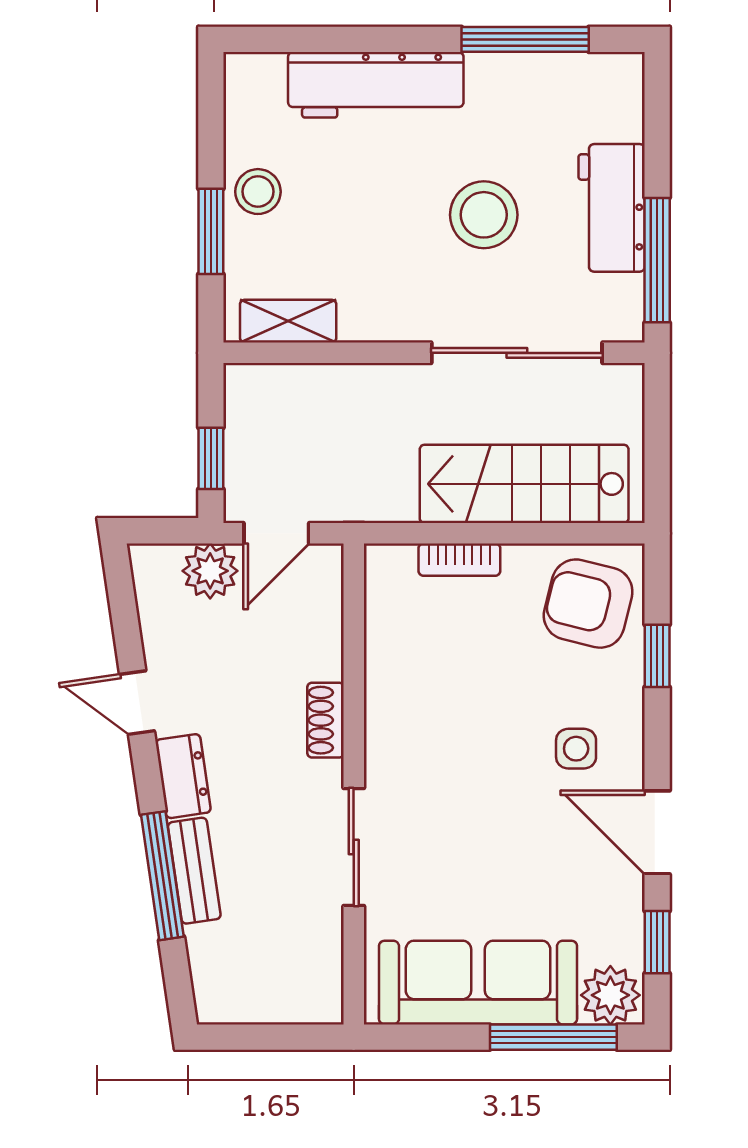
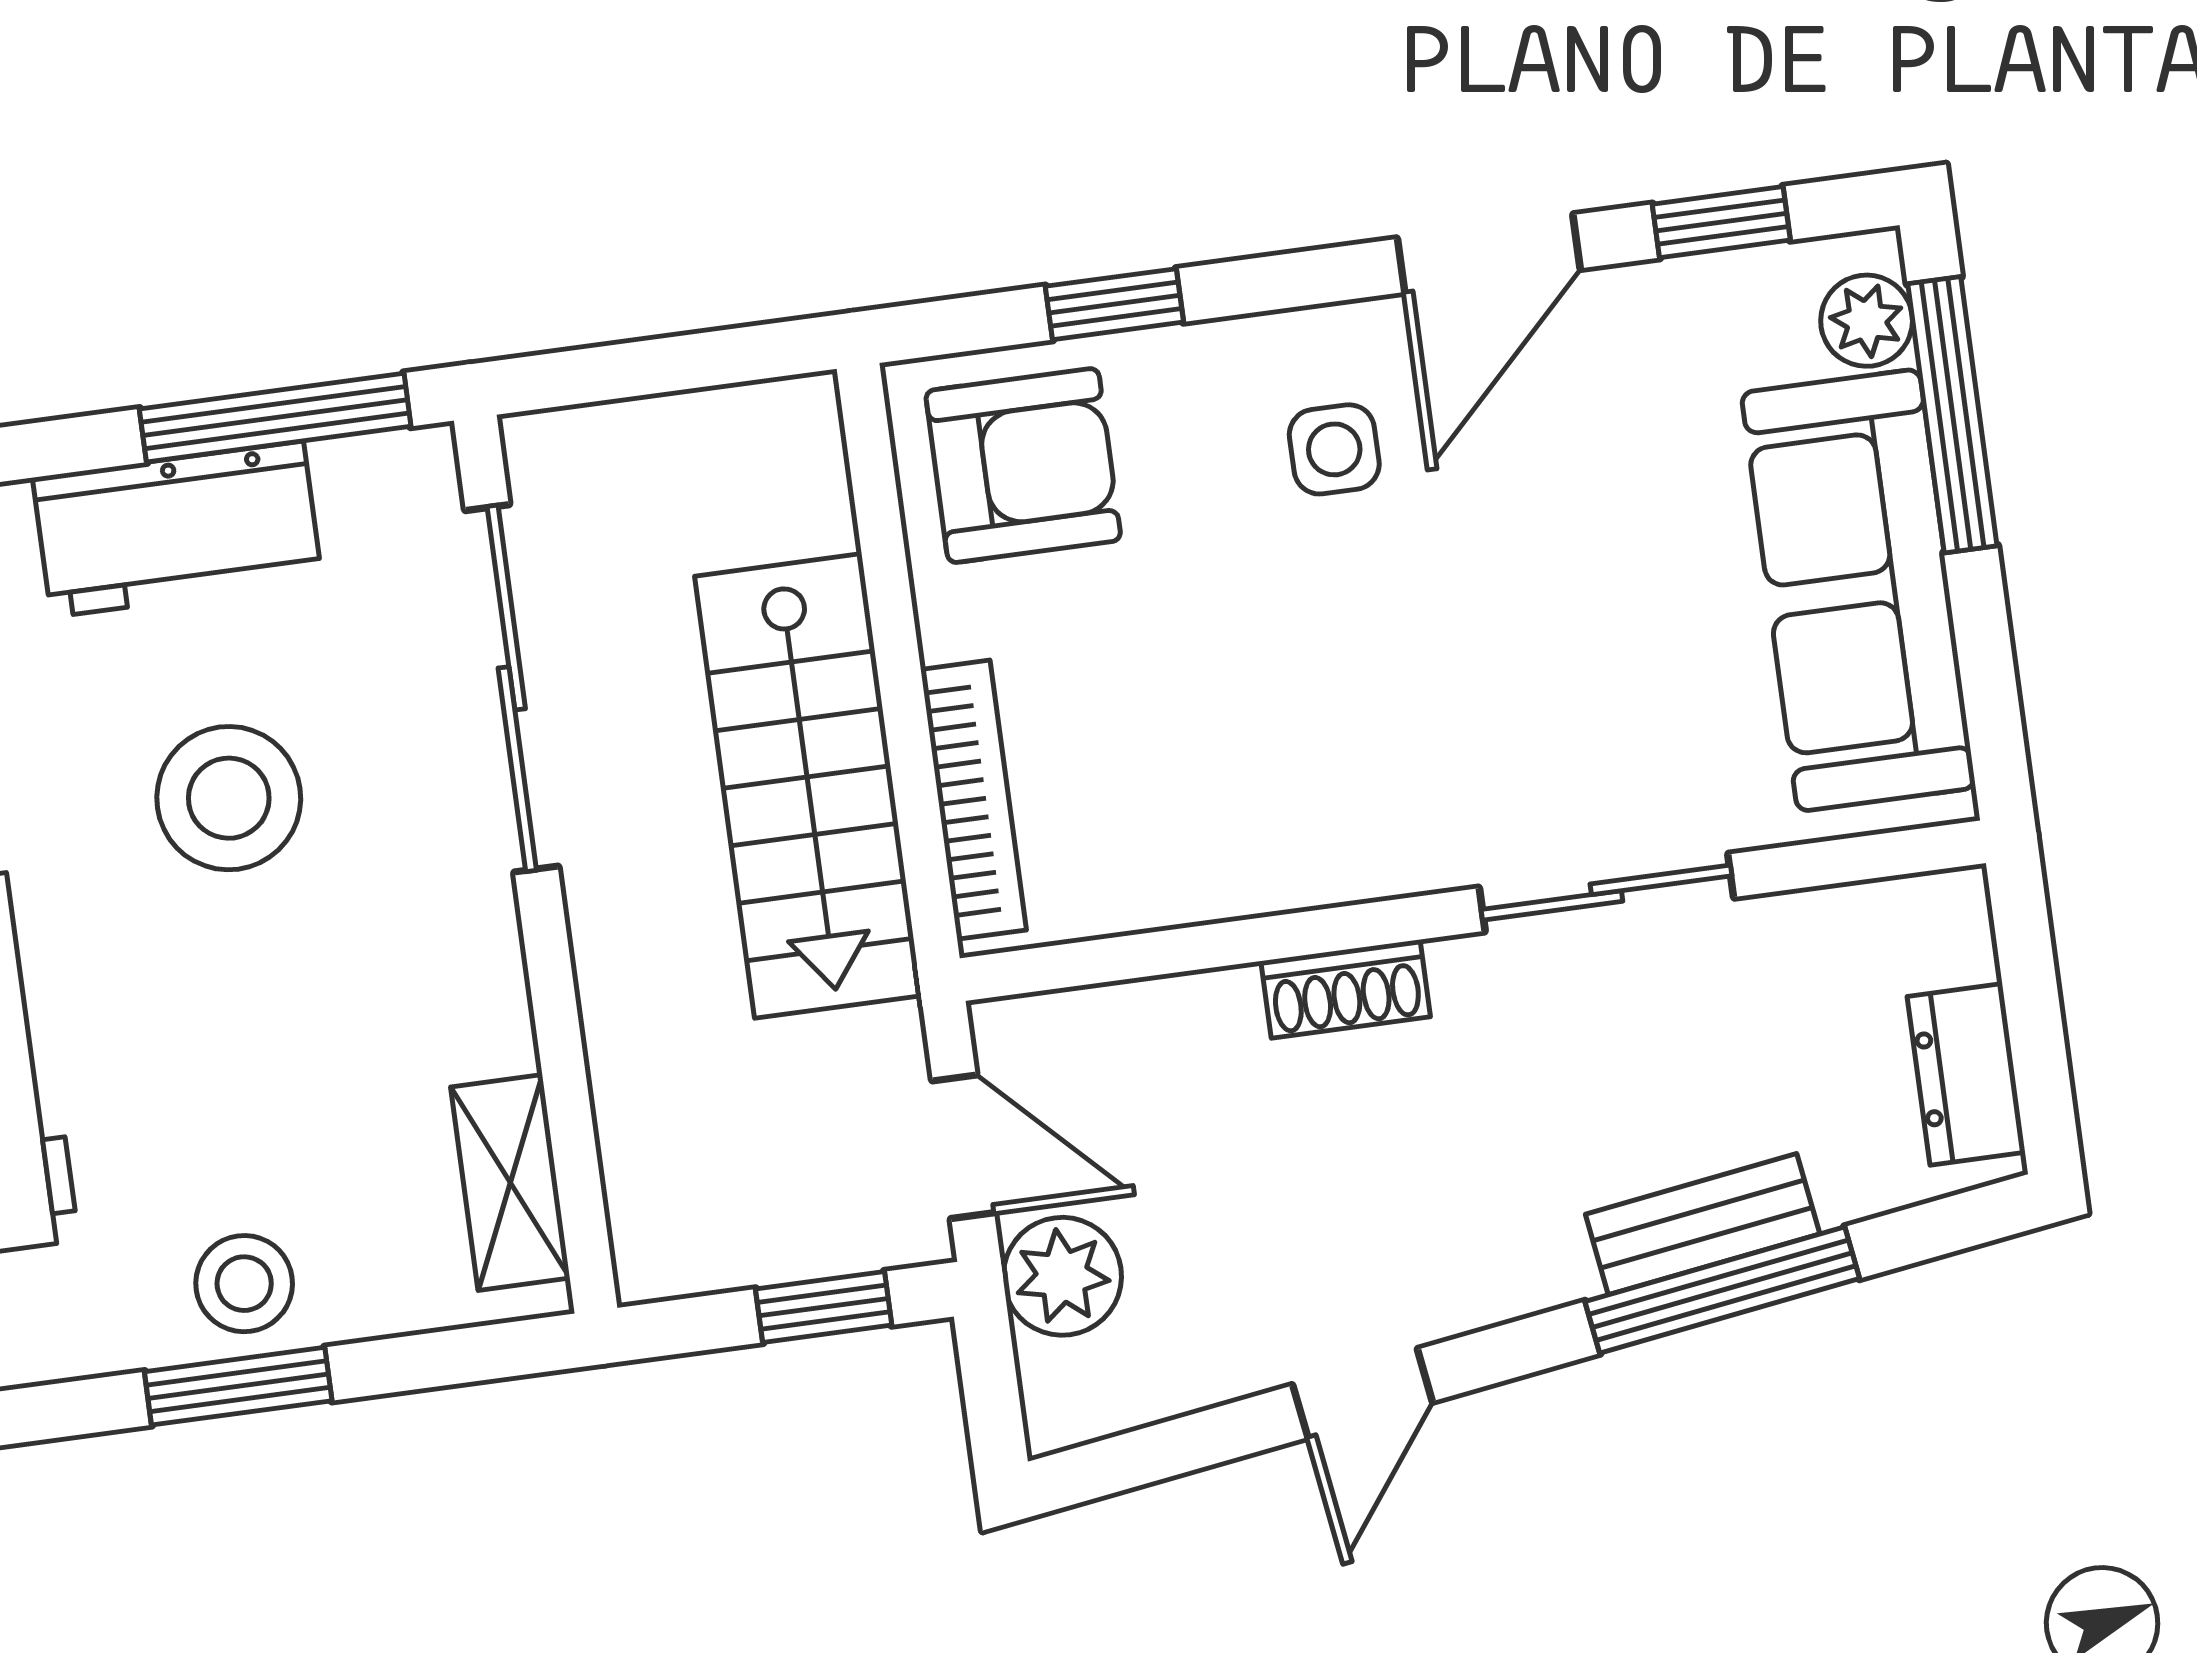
window: (211, 231) -> (238, 1386), moved
stairs: (524, 484) -> (808, 786), moved
bookcase: (459, 560) -> (973, 800), width x1.56
armchair: (588, 604) -> (1023, 466), turned -104
dresser: (183, 776) -> (1966, 1074), moved, turned -82
plant: (610, 995) -> (1867, 321), width x0.73, depth x0.73

